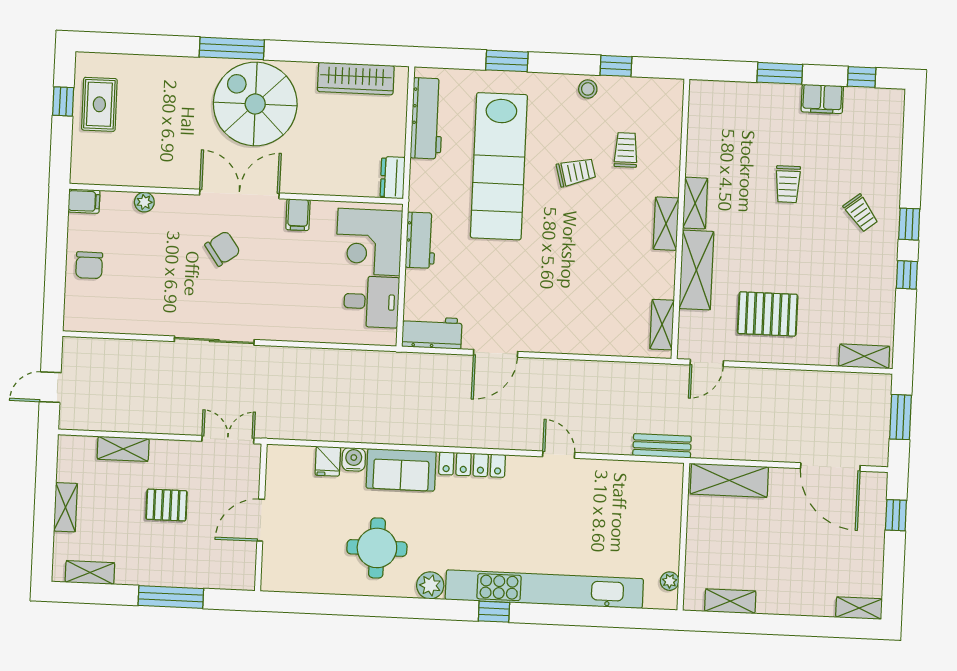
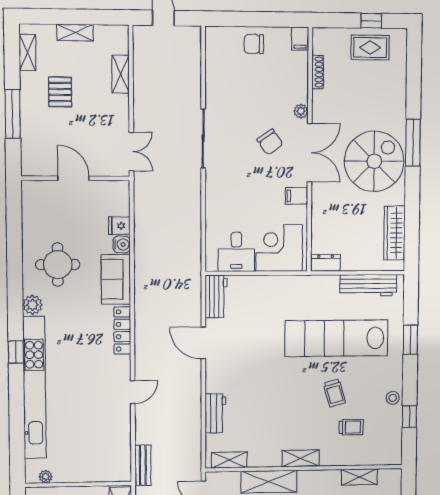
shoe rack: (130, 179) -> (318, 72), added
plant: (144, 202) -> (301, 111), moved
shelving: (695, 203) -> (359, 477), moved
workbench: (421, 240) -> (215, 413), moved, turned -90
pallet: (166, 505) -> (60, 92), moved

